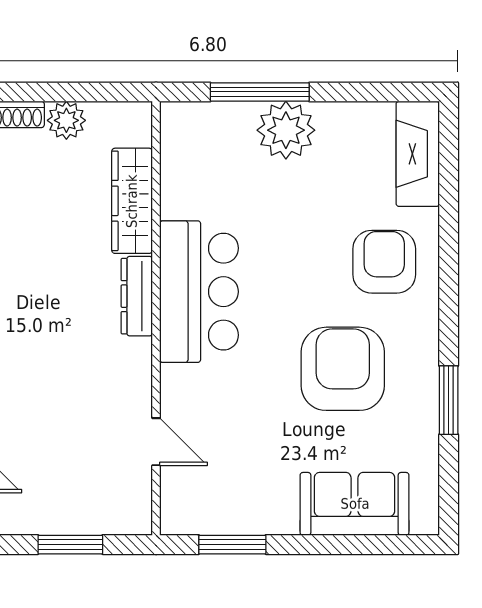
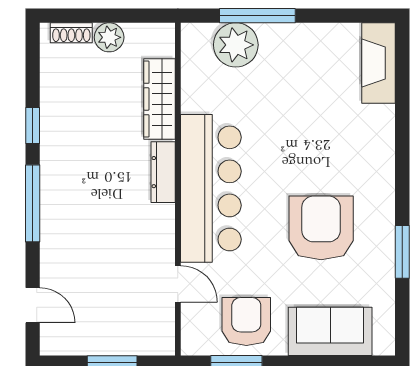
plant: (286, 130) -> (236, 45), moved
armchair: (384, 262) -> (246, 321), moved
bar counter: (199, 292) -> (211, 188), width x1.36

